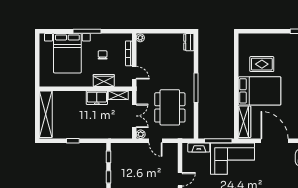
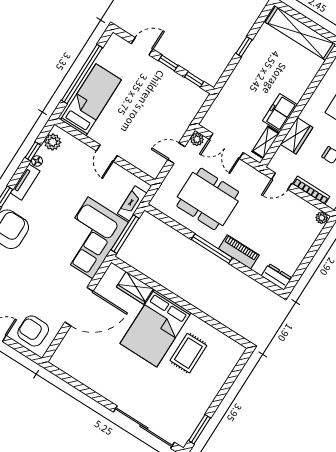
piano: (188, 72) -> (239, 252), added
wardrobe: (245, 122) -> (135, 288), width x0.67

